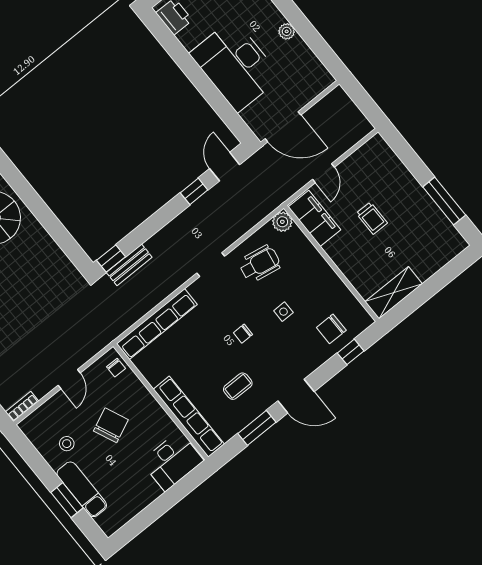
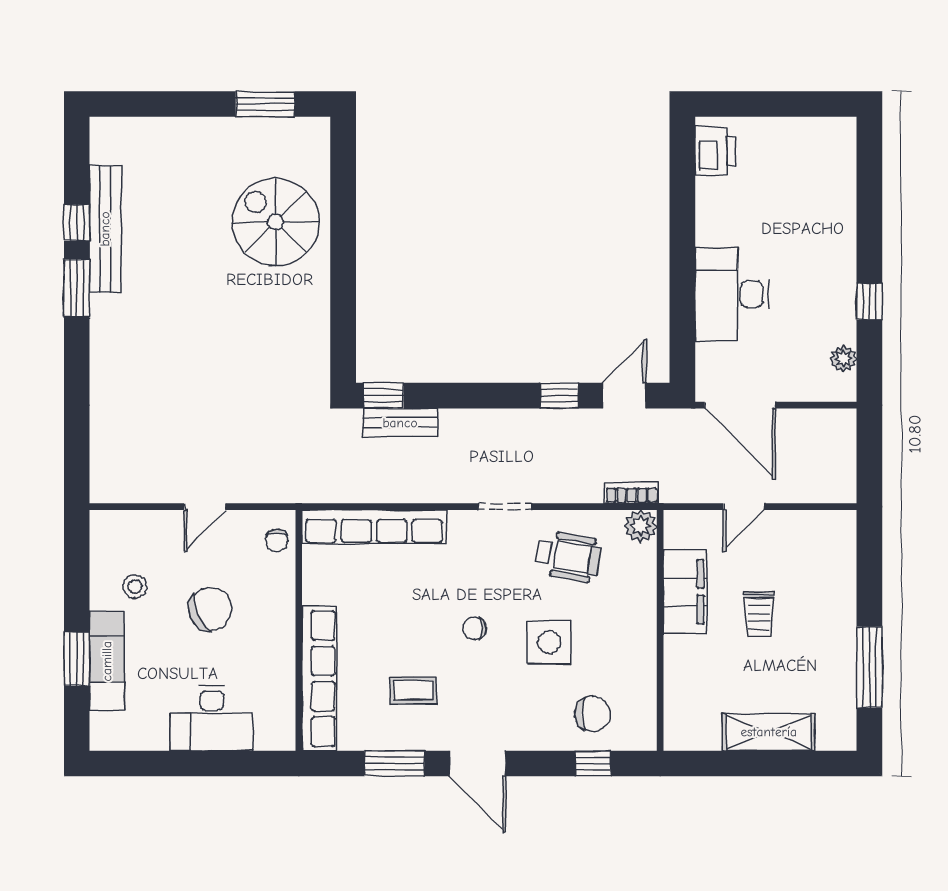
window: (304, 28) -> (869, 301), added
plant: (287, 31) -> (844, 359), moved
desk: (235, 65) -> (732, 294), width x0.73, depth x0.77
filing cabinet: (314, 218) -> (685, 592), moved
shelving: (394, 293) -> (769, 732), moved
side table: (283, 312) -> (549, 642), width x1.87, depth x1.87
chair: (331, 329) -> (592, 714), turned 180
bookcase: (22, 406) -> (632, 493), moved
desk: (172, 461) -> (212, 718), moved

